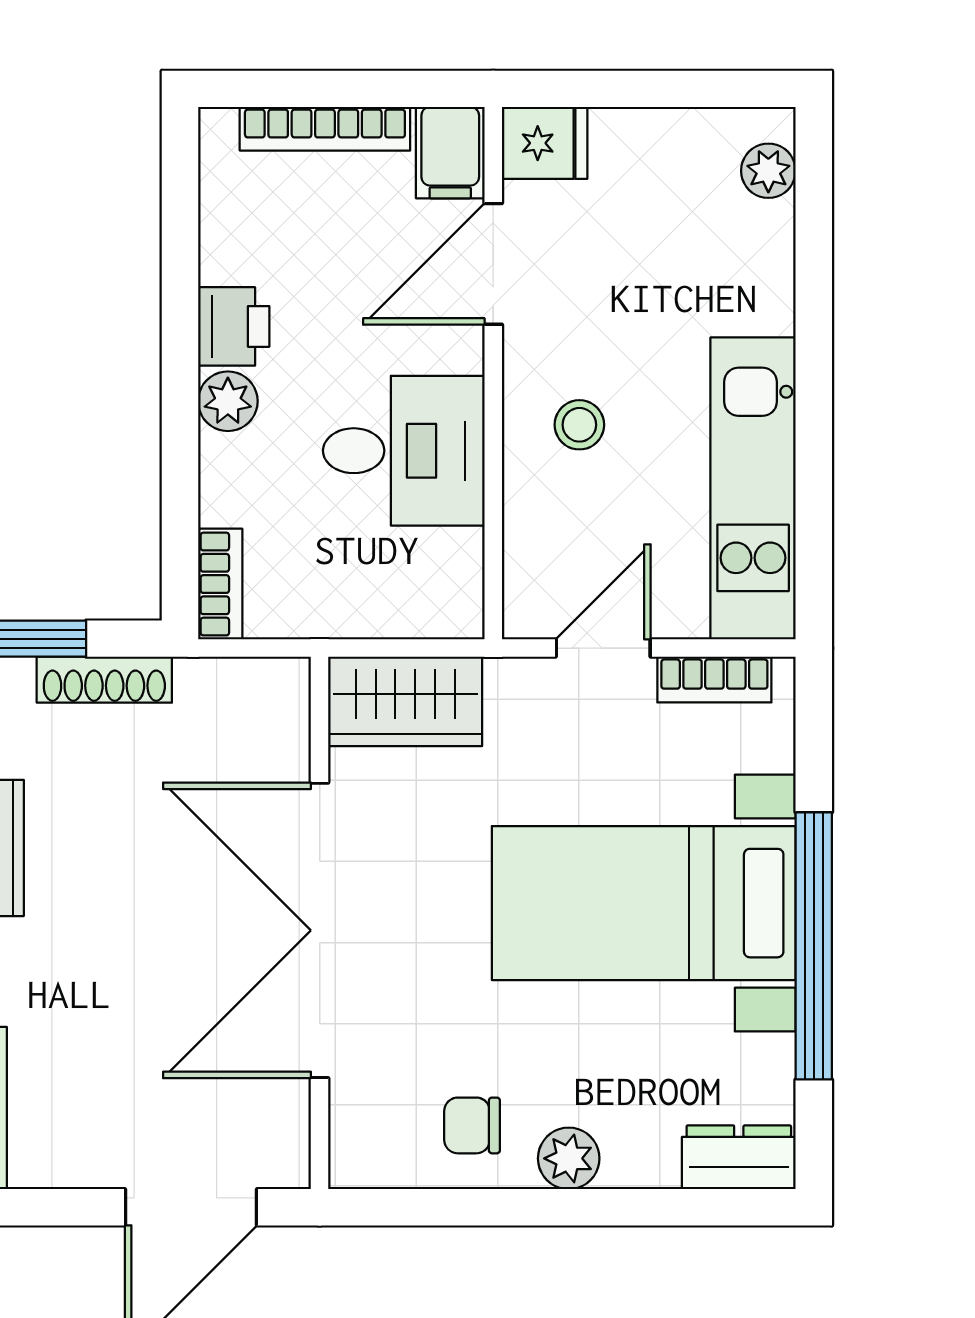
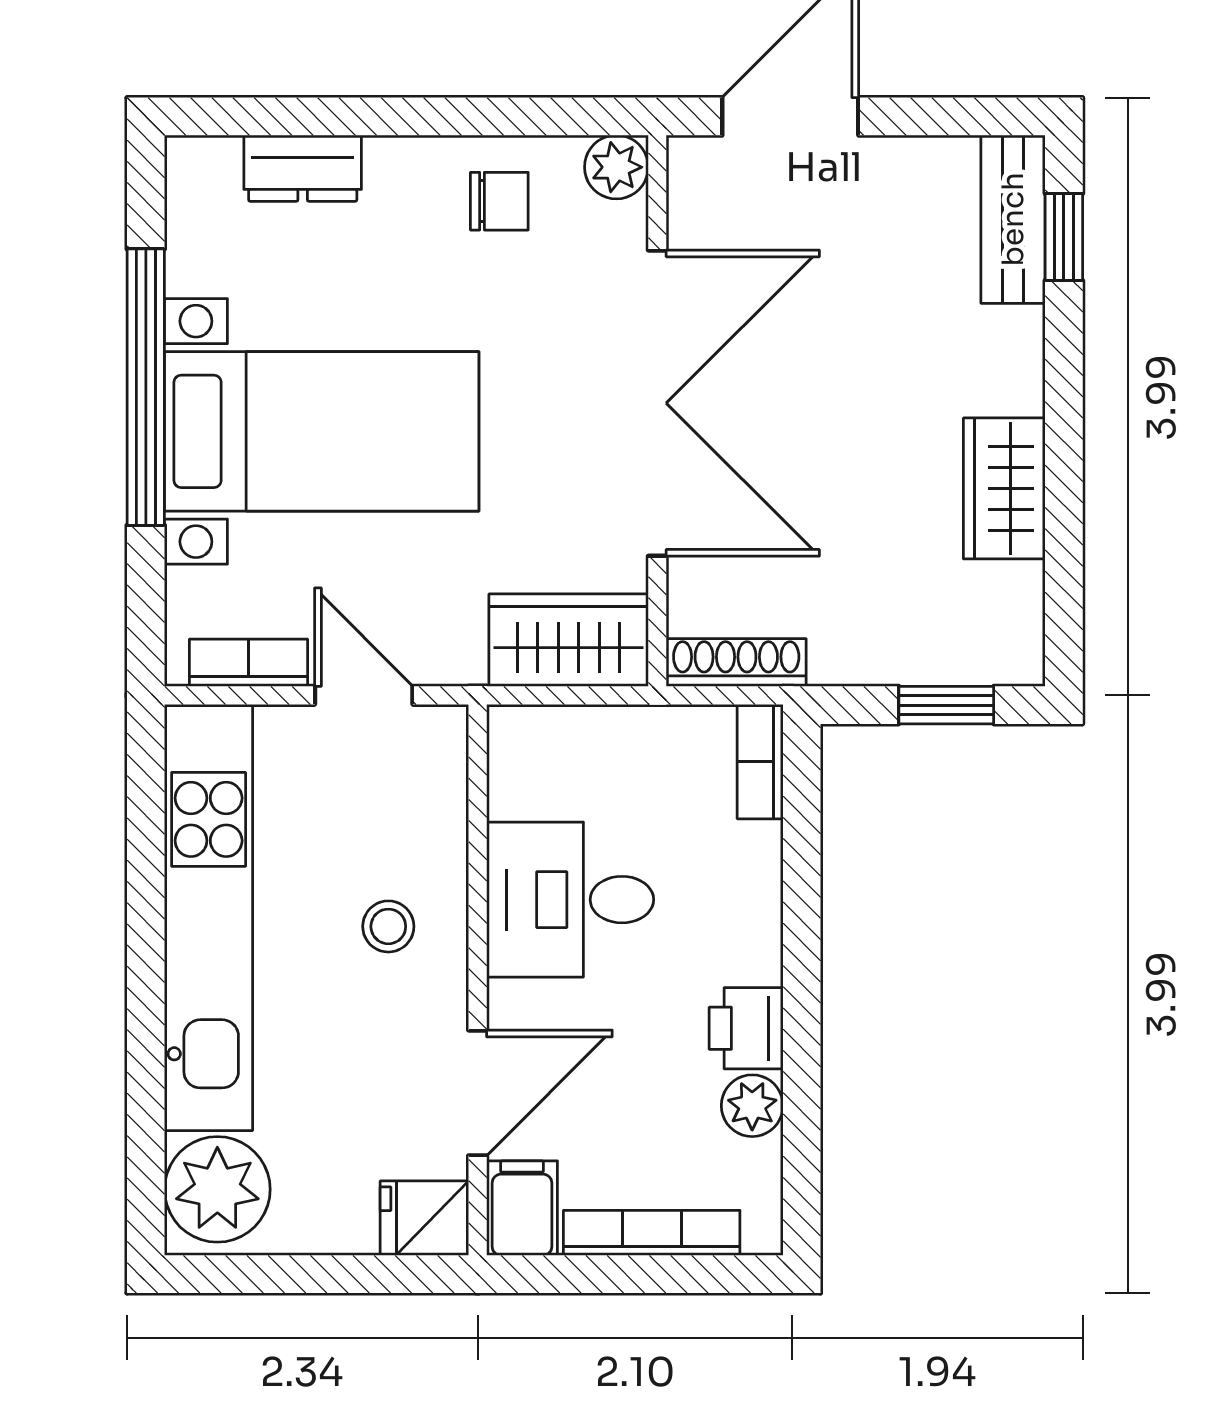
plant: (768, 171) -> (217, 1189), width x1.88, depth x1.88
plant: (228, 401) -> (752, 1106), moved
kitchen unit: (753, 488) -> (209, 917), width x1.36
door: (603, 648) -> (364, 695), swing flipped
shoe rack: (104, 680) -> (736, 663), moved
dresser: (739, 1157) -> (303, 168), moved
plant: (569, 1158) -> (616, 167), moved

